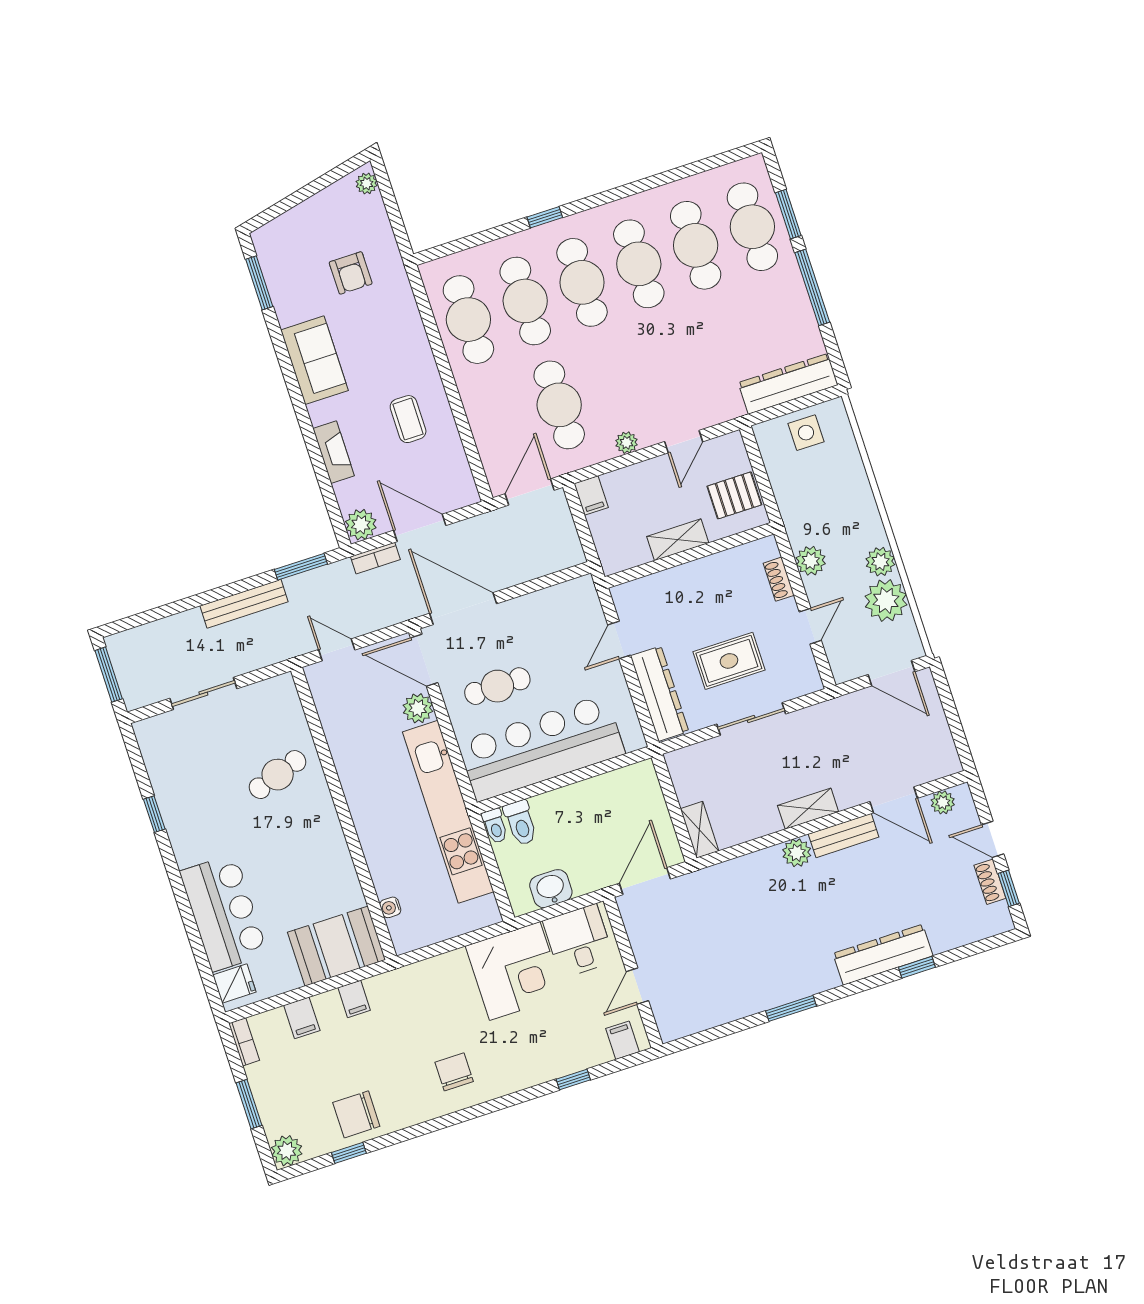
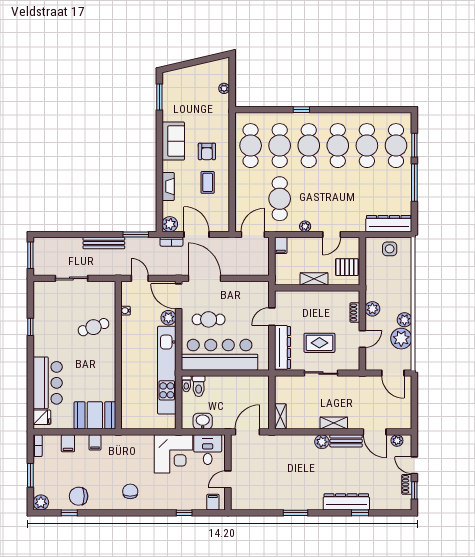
plant: (367, 183) -> (224, 88), moved
armchair: (351, 273) -> (207, 151), moved
water cooler: (390, 907) -> (126, 311), moved

